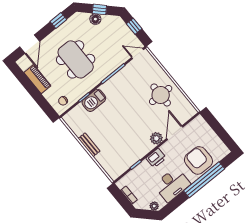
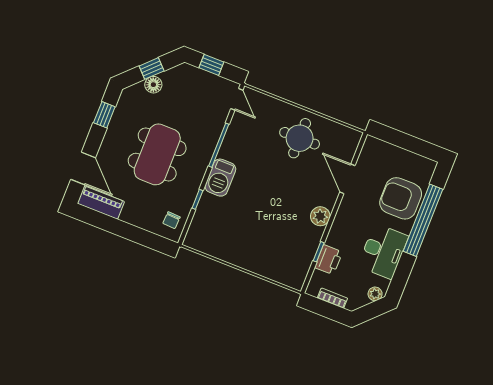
door: (138, 54) -> (237, 99), swing flipped
dining table: (76, 59) -> (157, 154), turned 90
piano: (37, 79) -> (101, 203), moved
barbecue: (94, 100) -> (220, 178), moved
plant: (156, 138) -> (320, 216), moved
bench: (89, 145) -> (240, 260), removed
printer: (156, 158) -> (329, 260), moved

